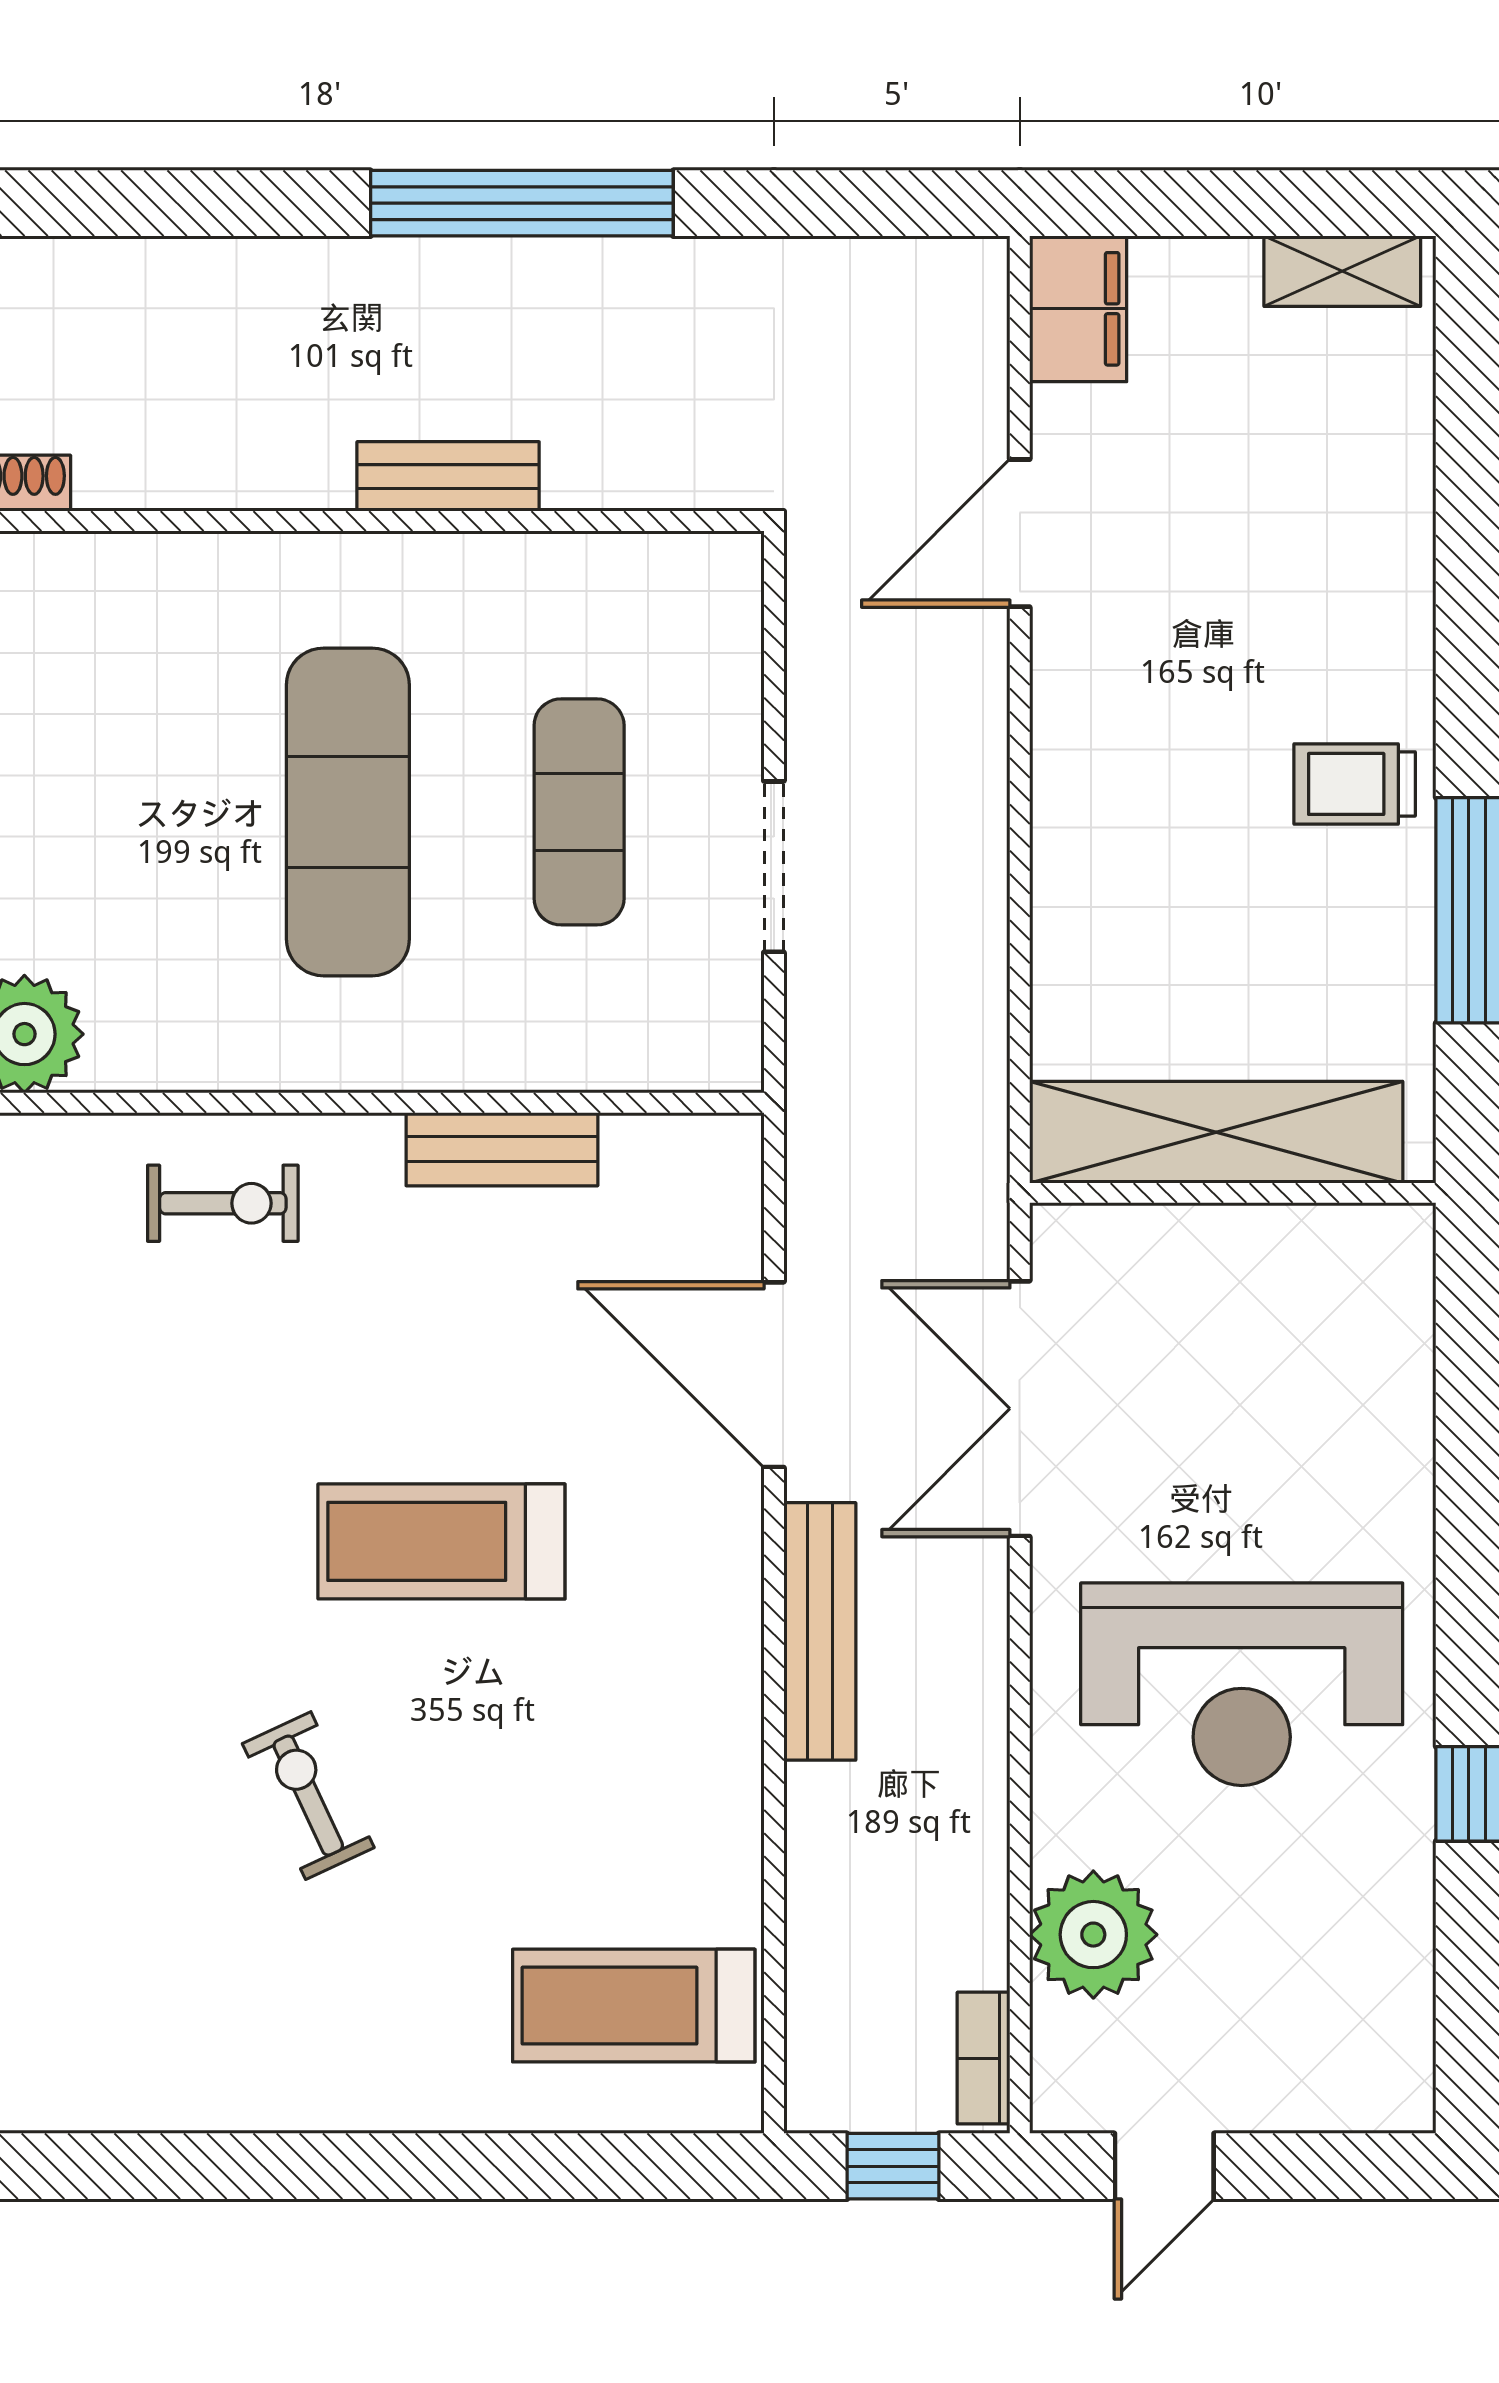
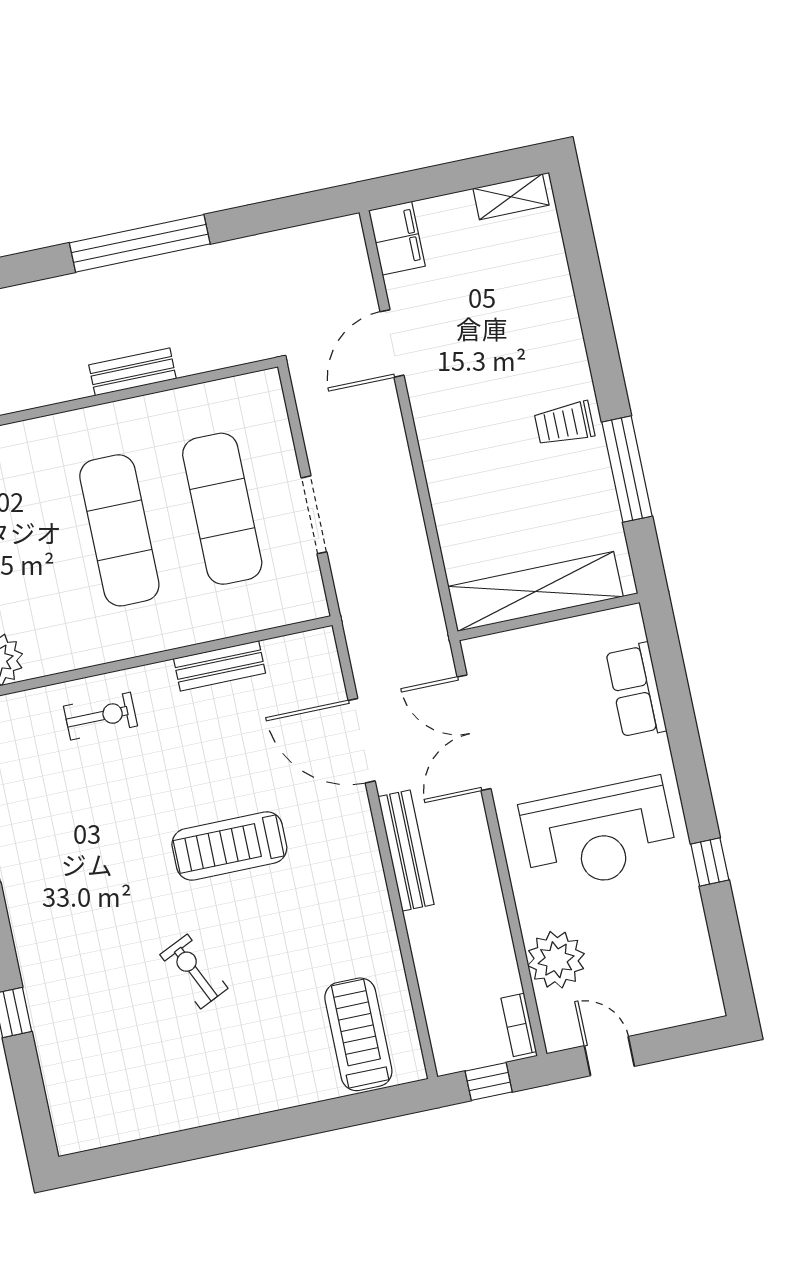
exercise mat: (579, 812) -> (222, 509), width x1.36, depth x1.45
row of seats: (1388, 1391) -> (636, 691), added
treadmill: (634, 2006) -> (358, 1034), turned 90
door: (1164, 2166) -> (609, 1056), swing flipped

